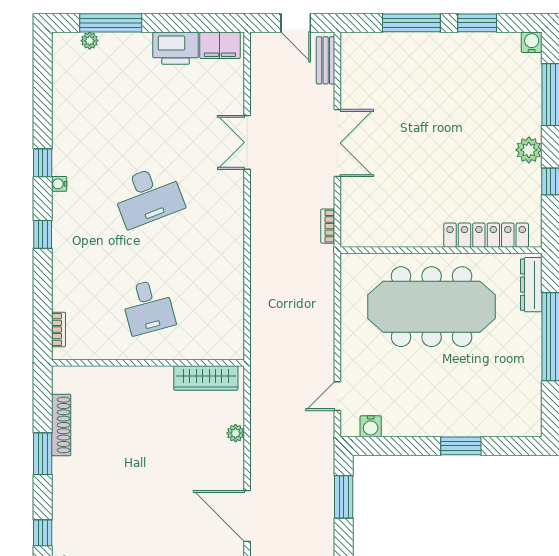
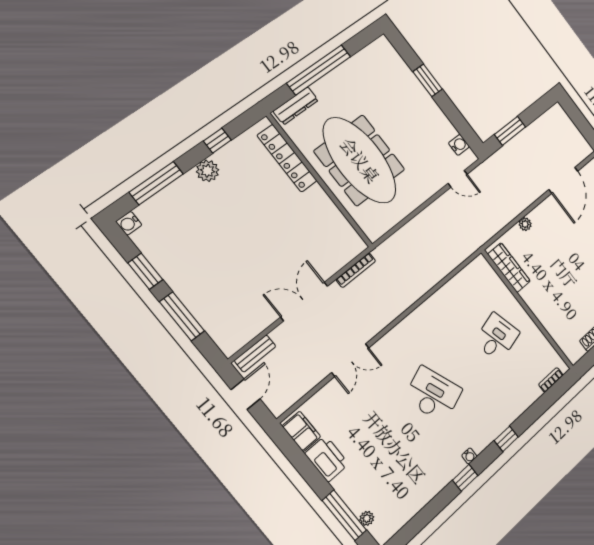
bookcase: (328, 226) -> (356, 270), width x1.56

